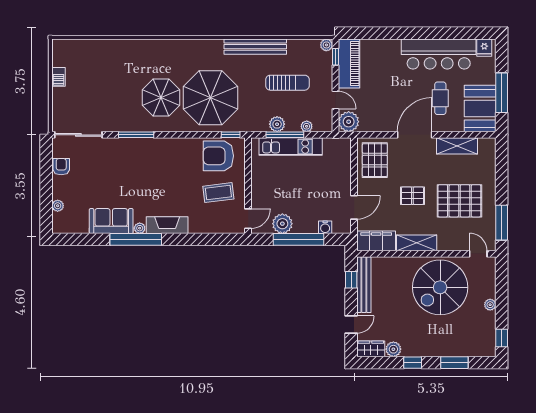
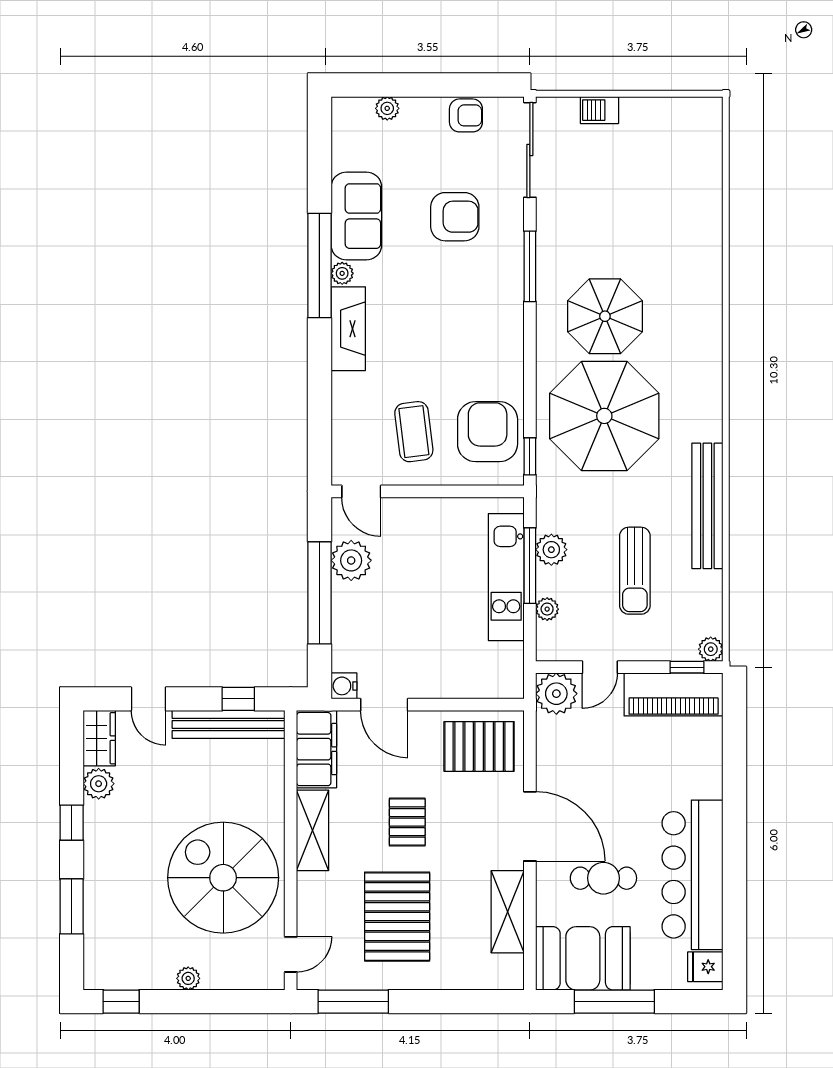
barbecue: (59, 77) -> (599, 110), moved
armchair: (112, 172) -> (455, 217), added
water cooler: (325, 227) -> (344, 686), moved

